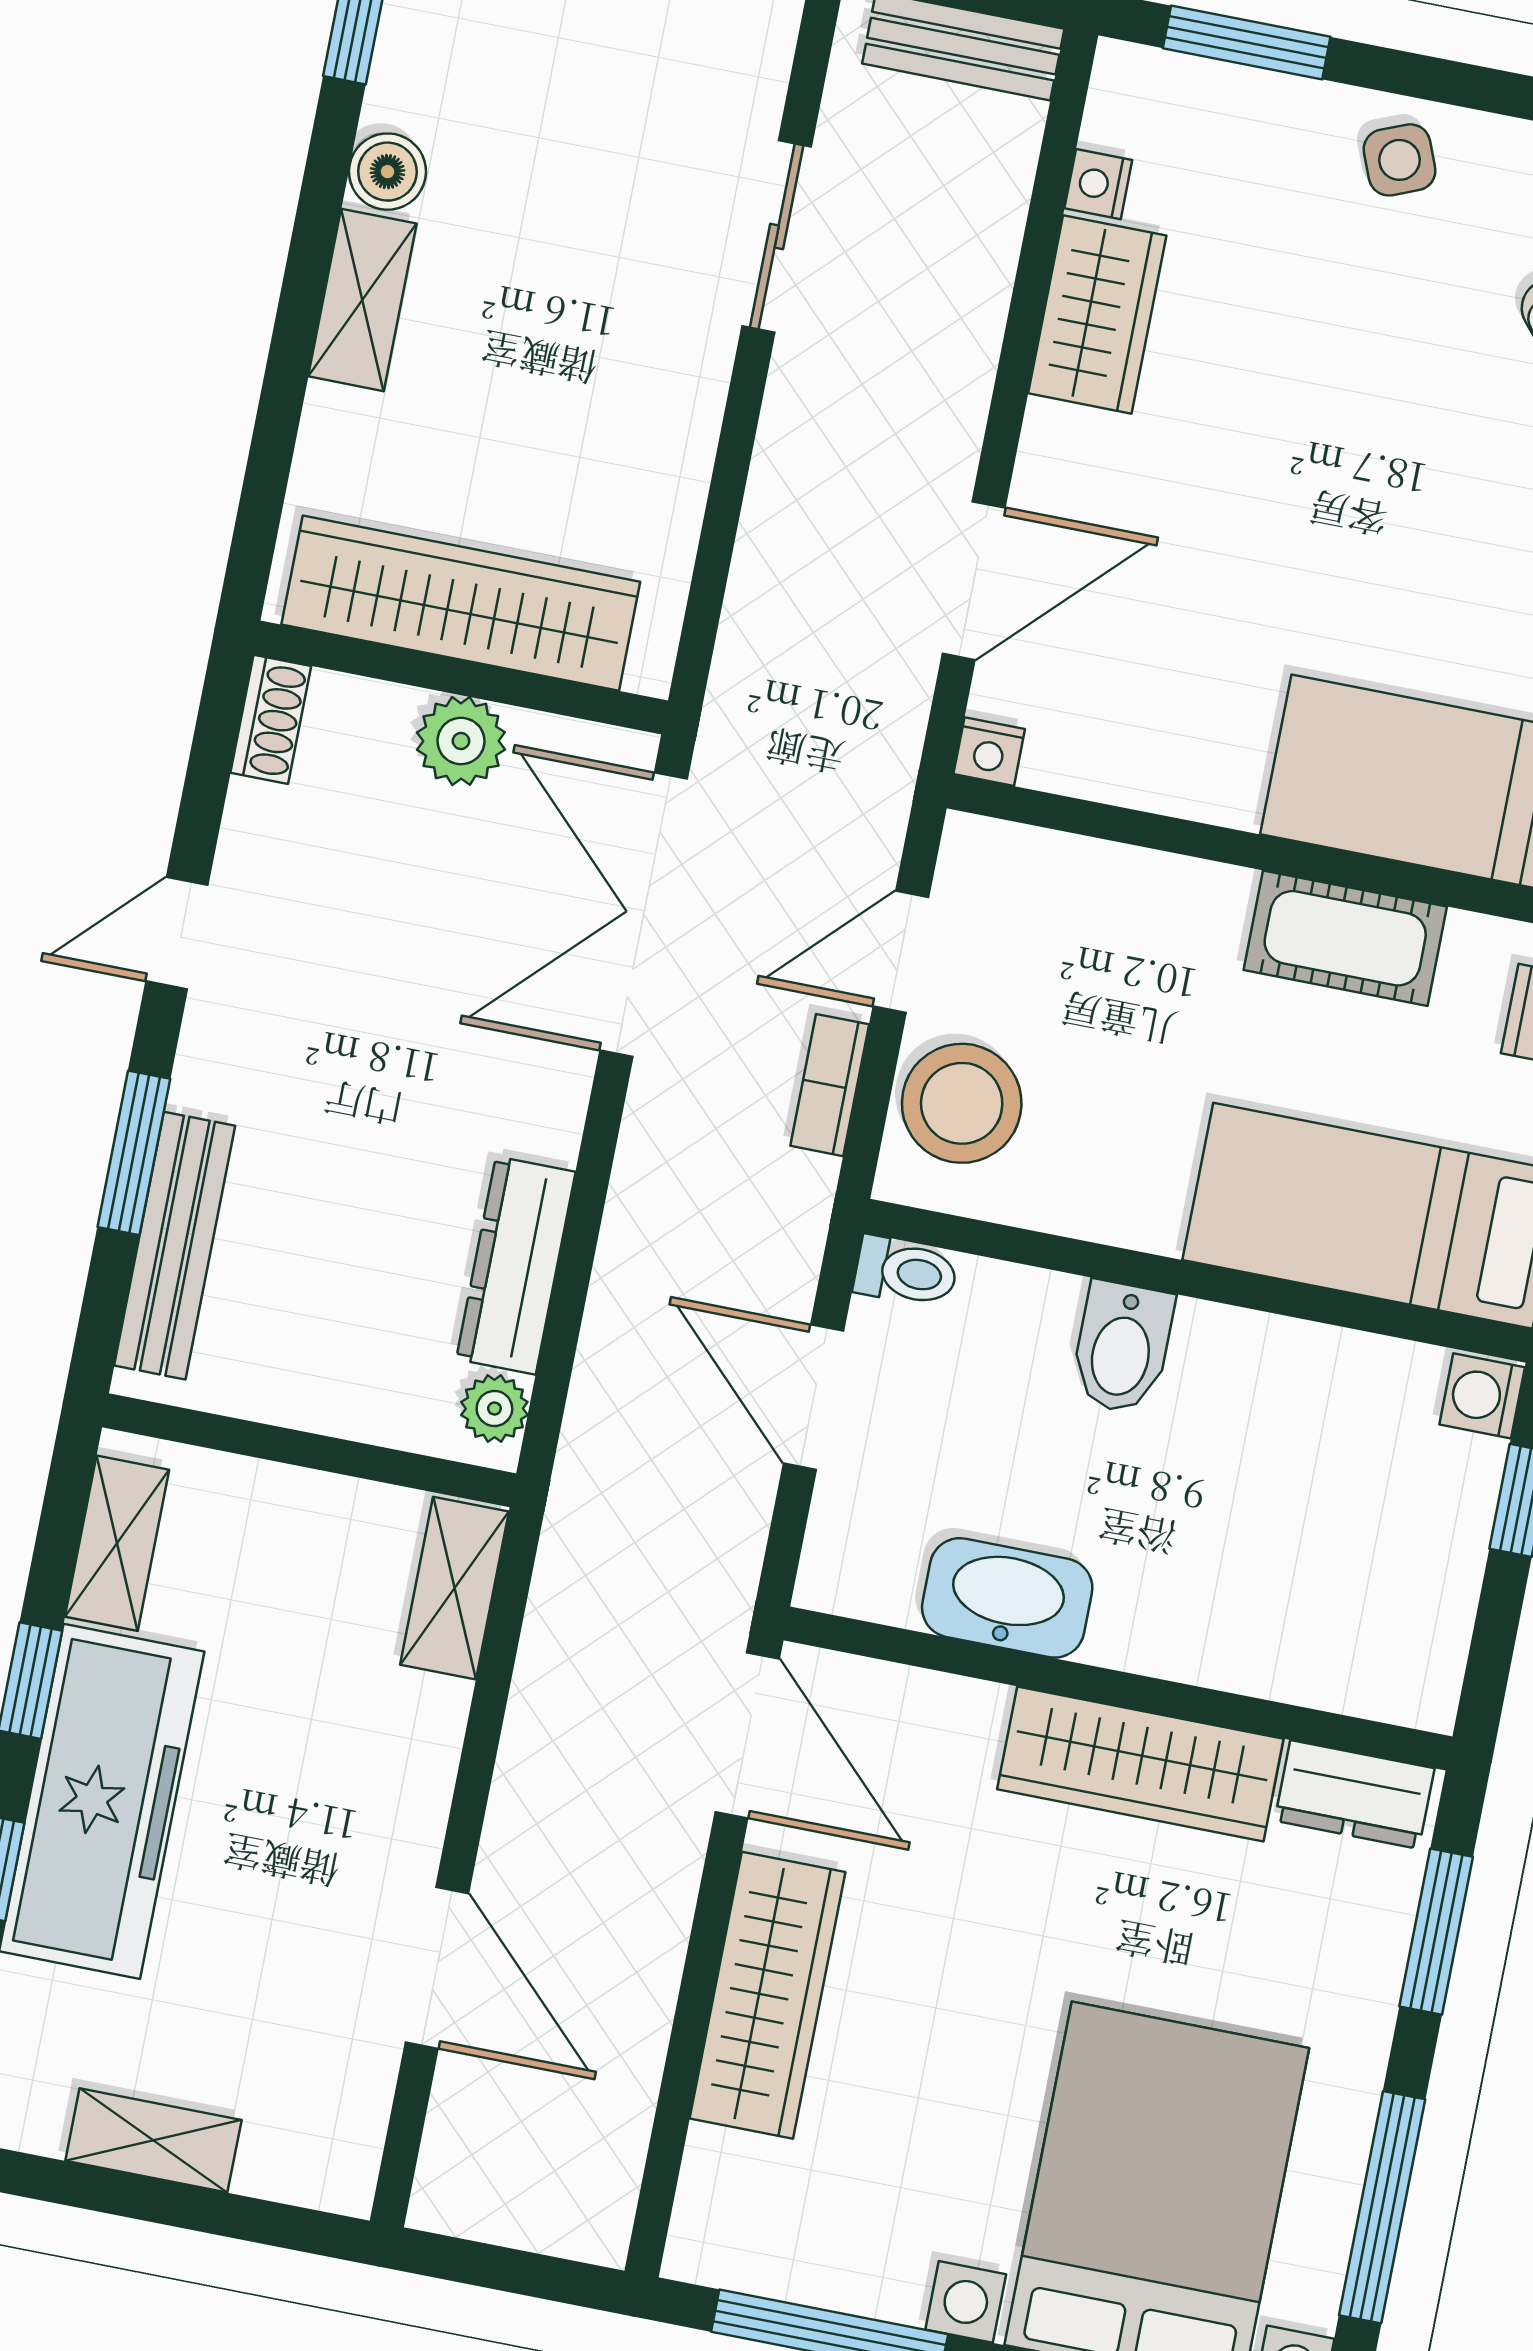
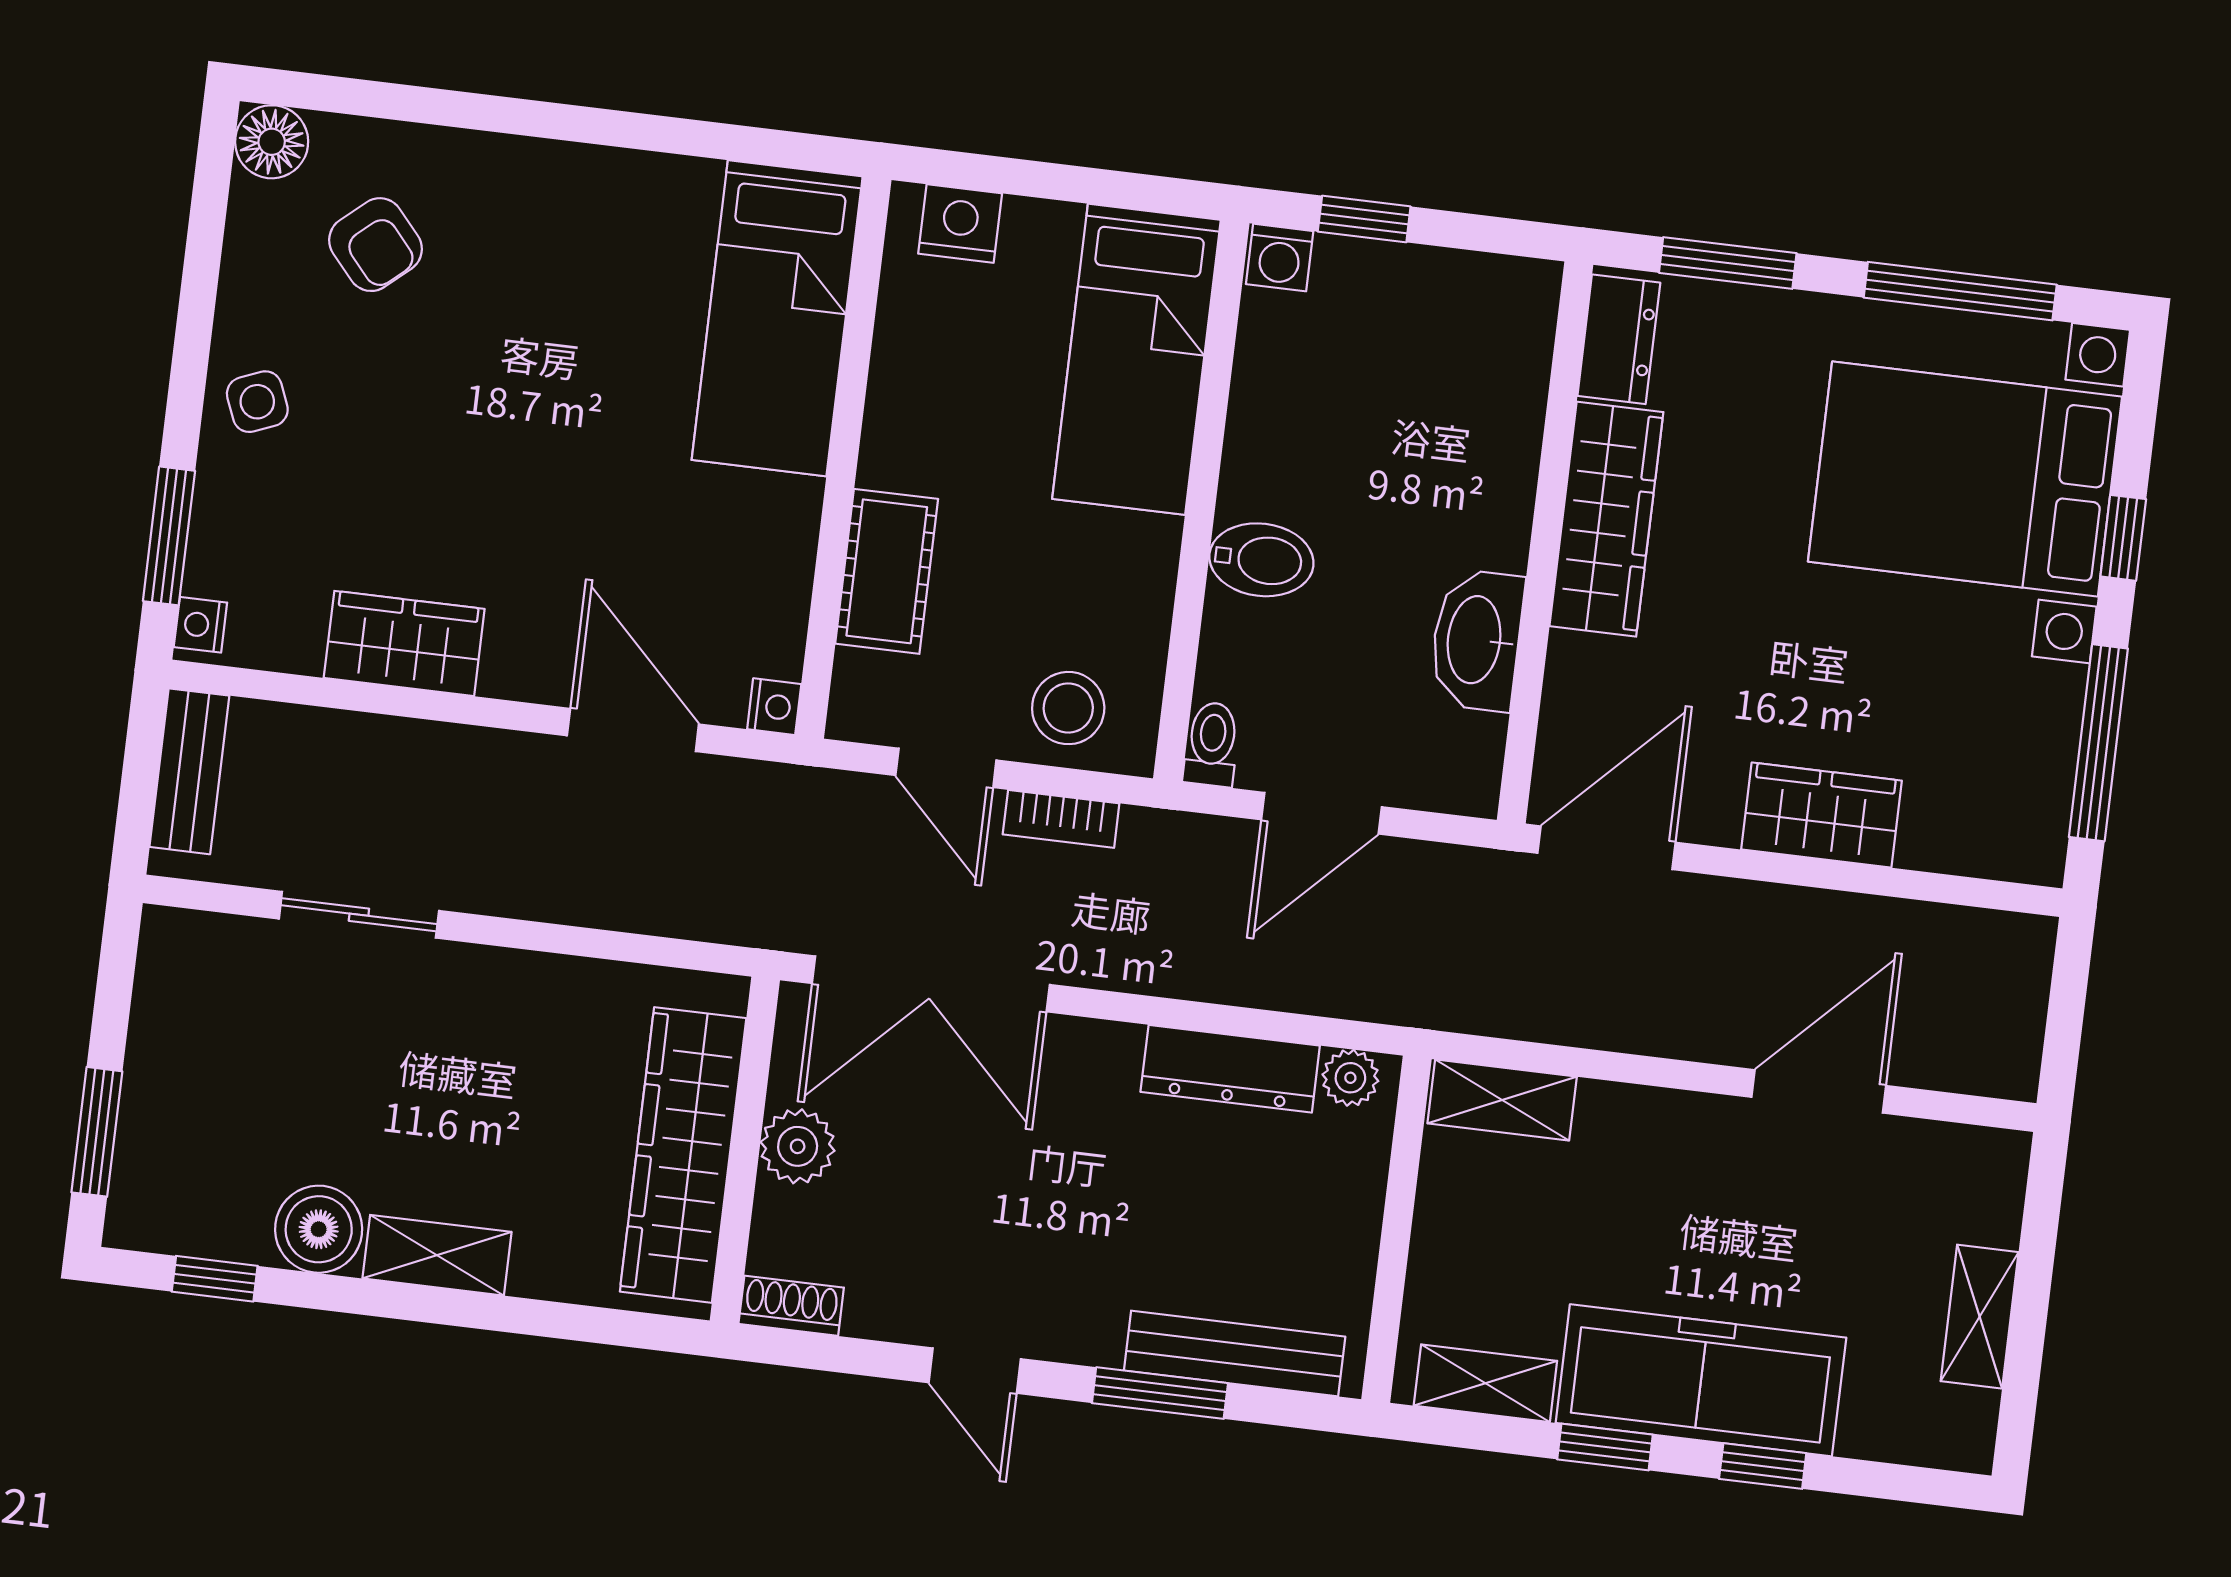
boiler: (387, 172) -> (319, 1229), width x1.36, depth x1.36
nightstand: (1098, 184) -> (200, 625), moved, turned 90
cot: (1345, 938) -> (887, 571), moved
stool: (962, 1103) -> (1068, 708), width x0.73, depth x0.73
wardrobe: (767, 1995) -> (1821, 815), width x0.67

